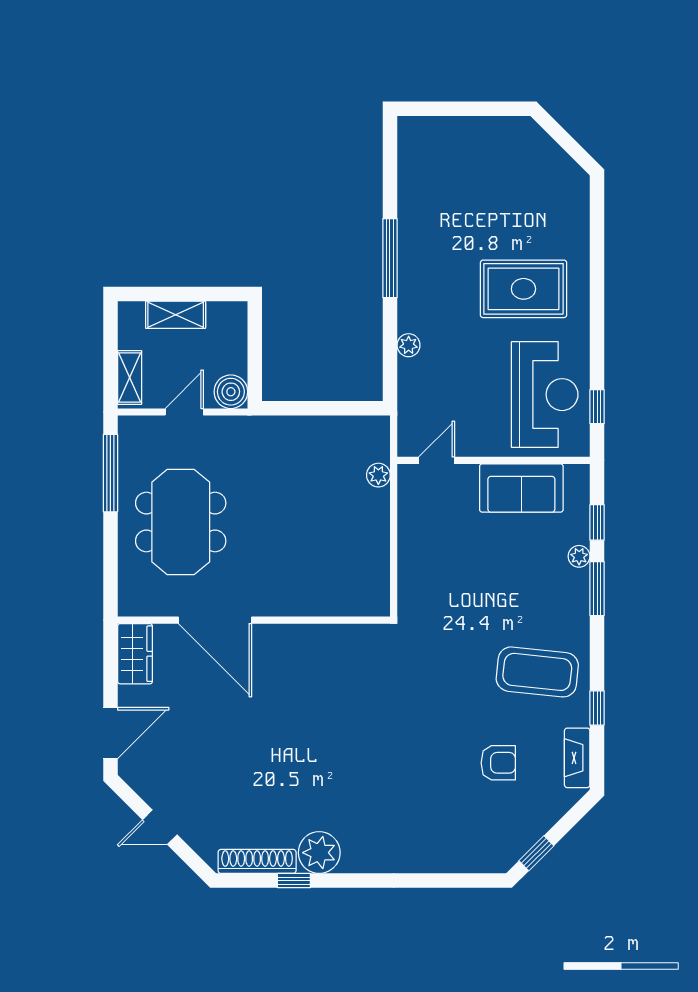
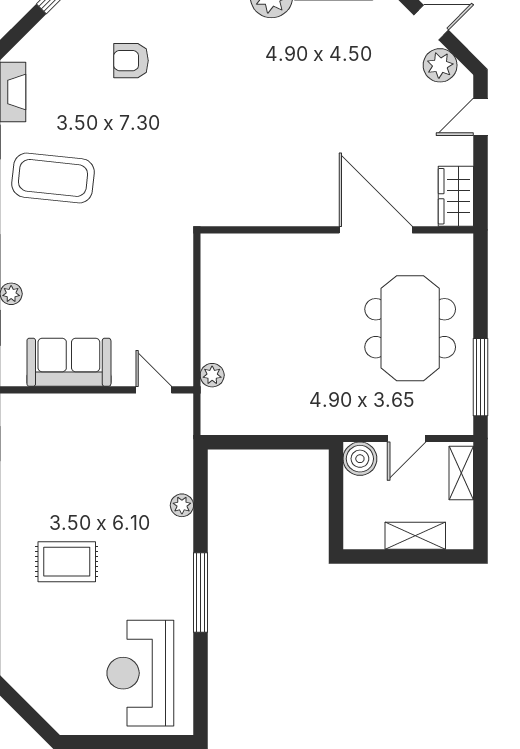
rug: (523, 289) -> (67, 562), width x0.73, depth x0.70
reception desk: (545, 395) -> (140, 673), moved
door: (437, 460) -> (154, 390), swing flipped
door: (110, 733) -> (481, 117), width x0.73
armchair: (498, 763) -> (131, 61), moved
plant: (151, 784) -> (440, 65), added

